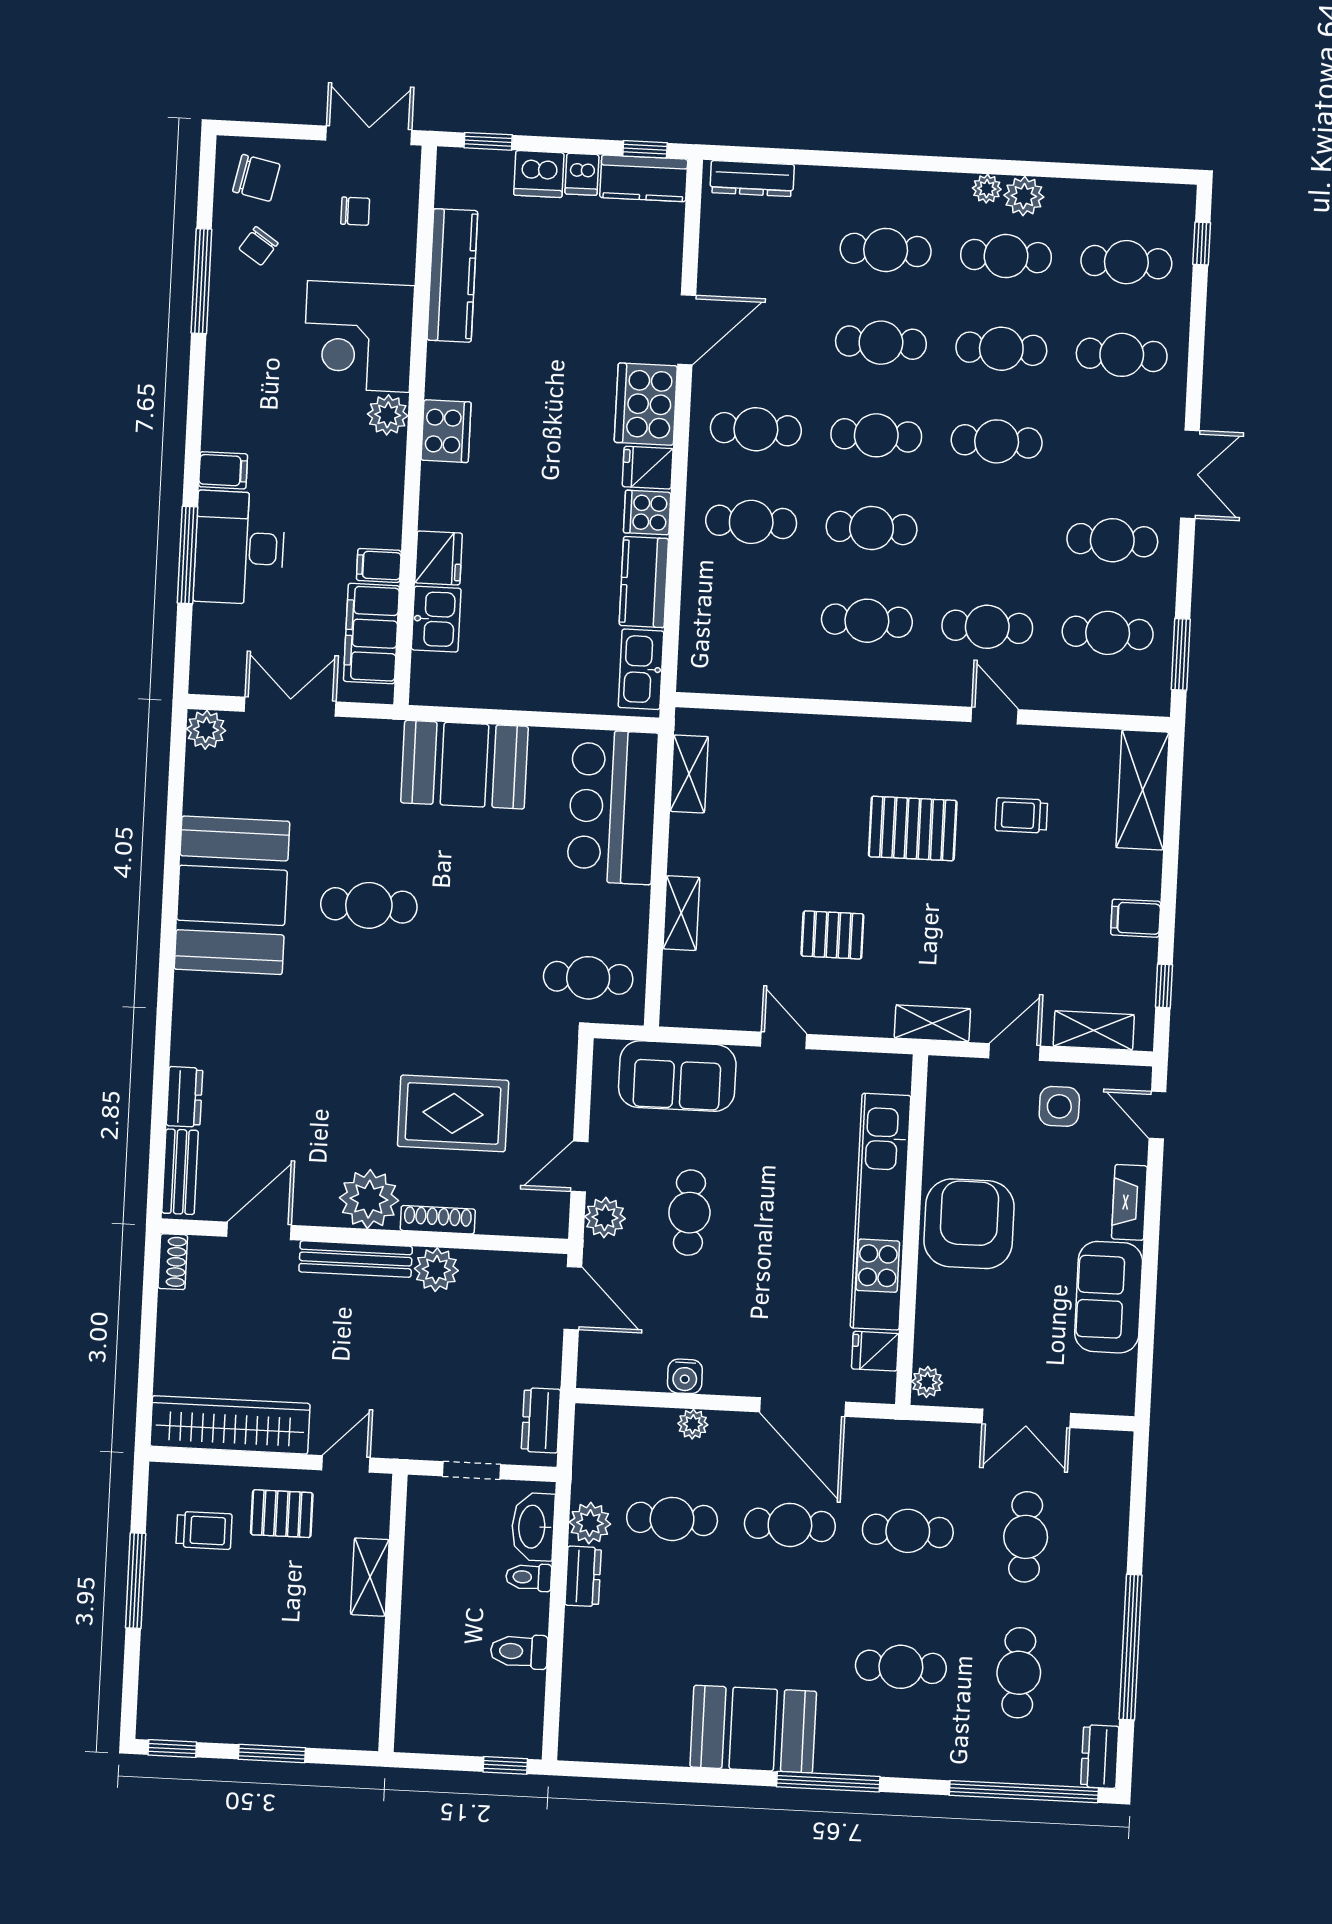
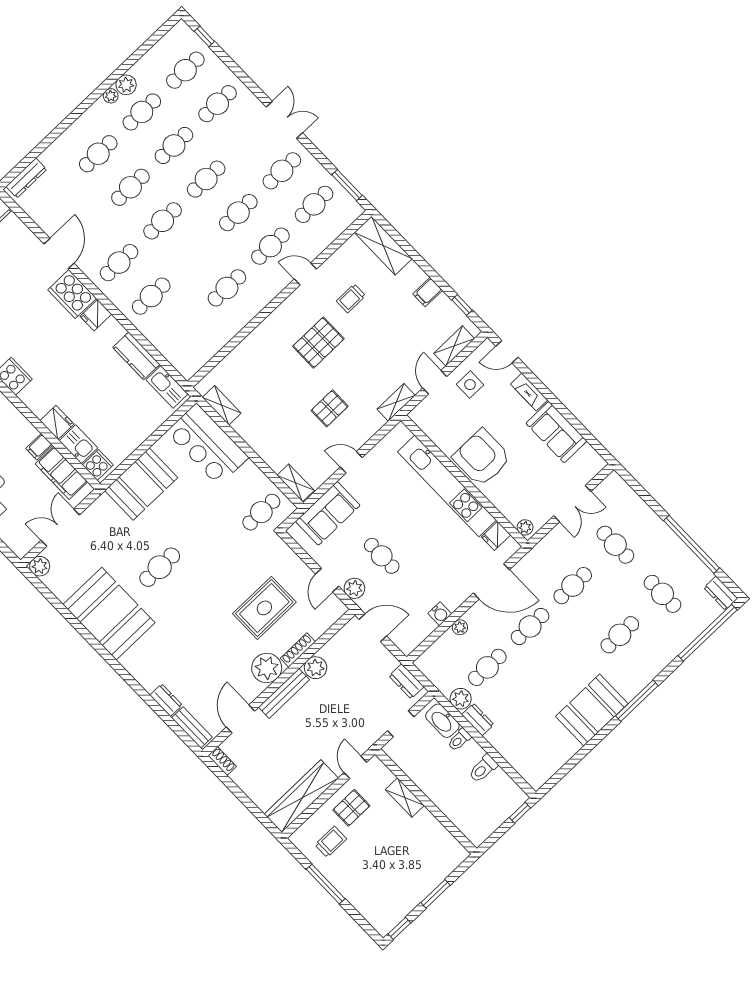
cooker: (647, 513) -> (98, 465), moved, turned 180
cafe table: (872, 528) -> (238, 213), moved
shelving: (681, 913) -> (296, 483), moved

